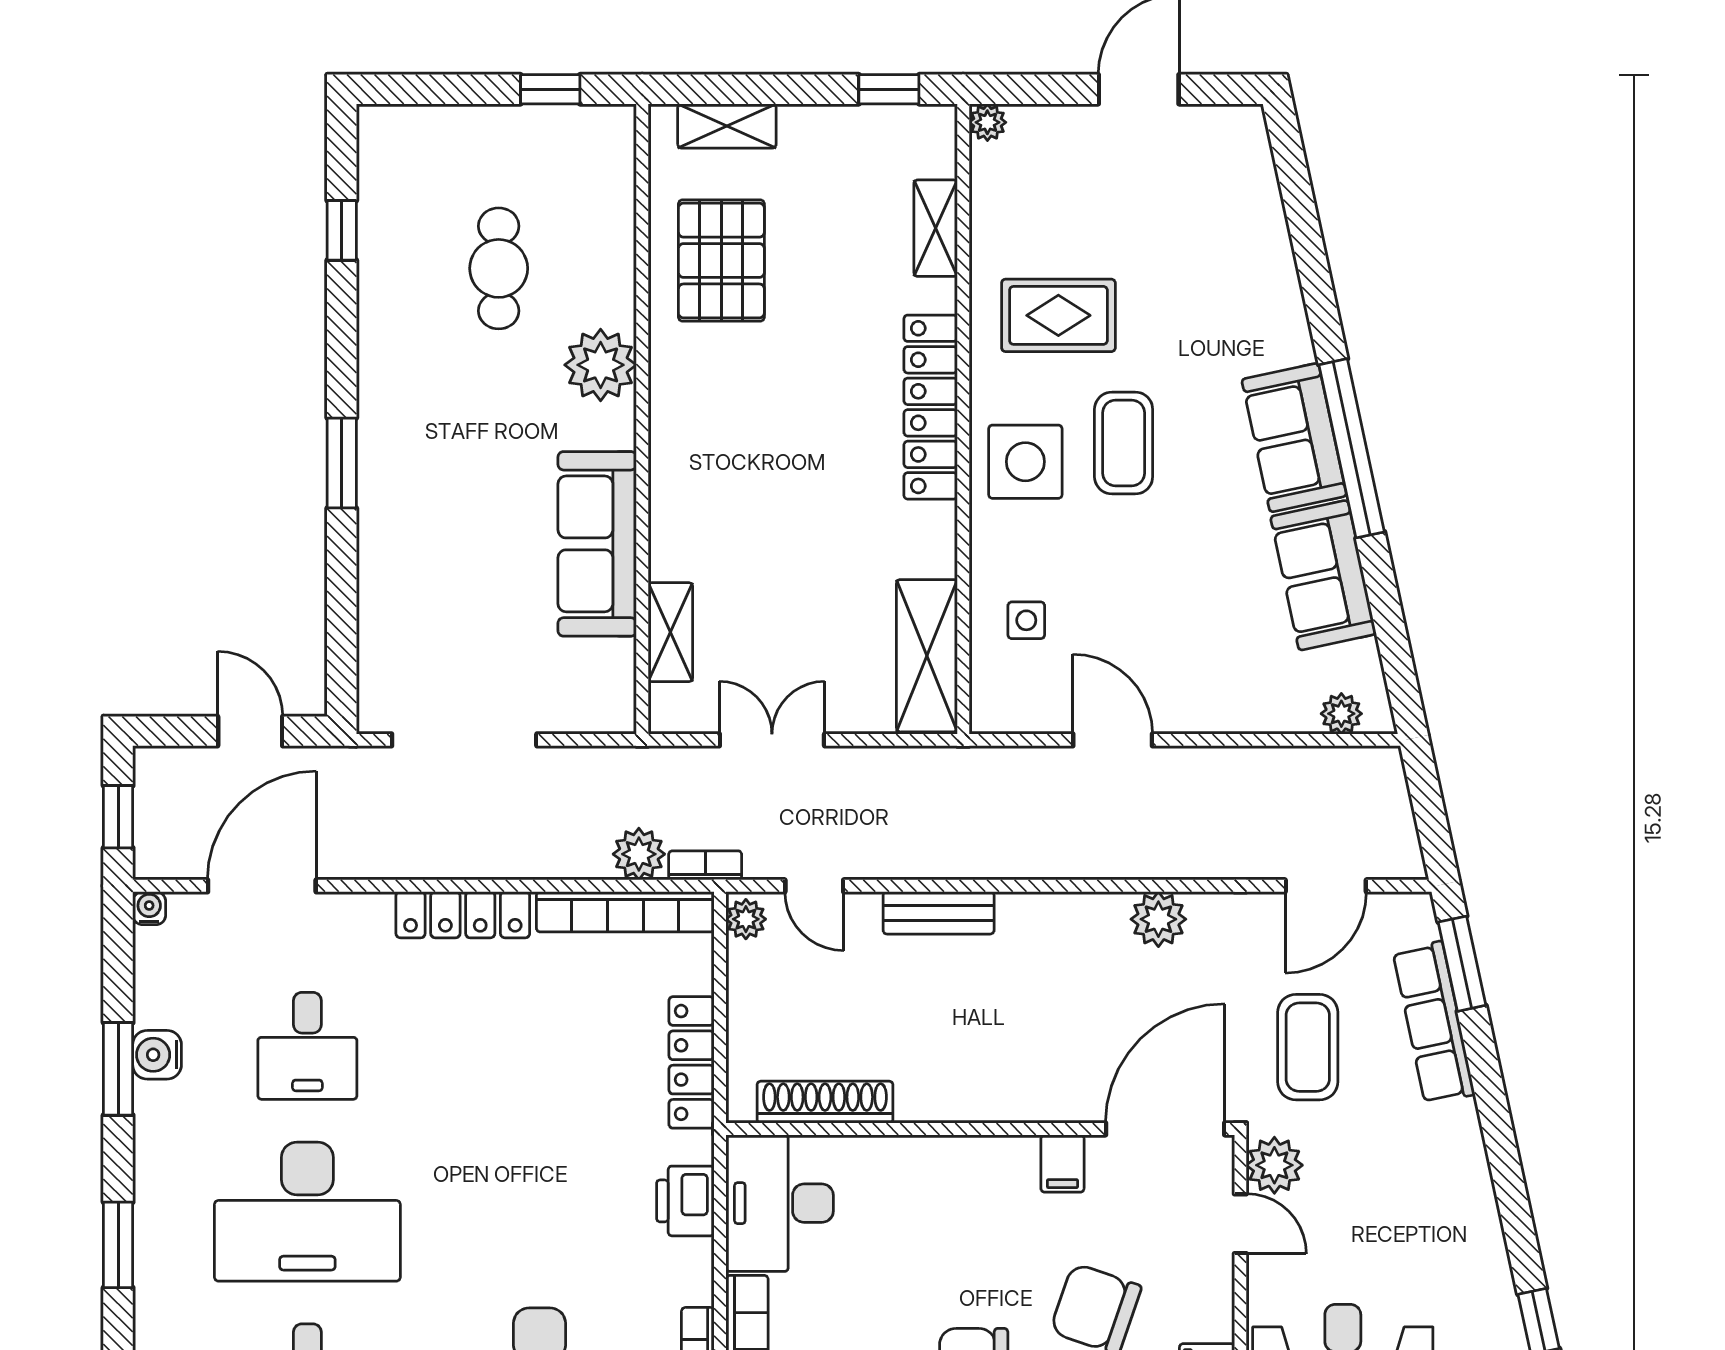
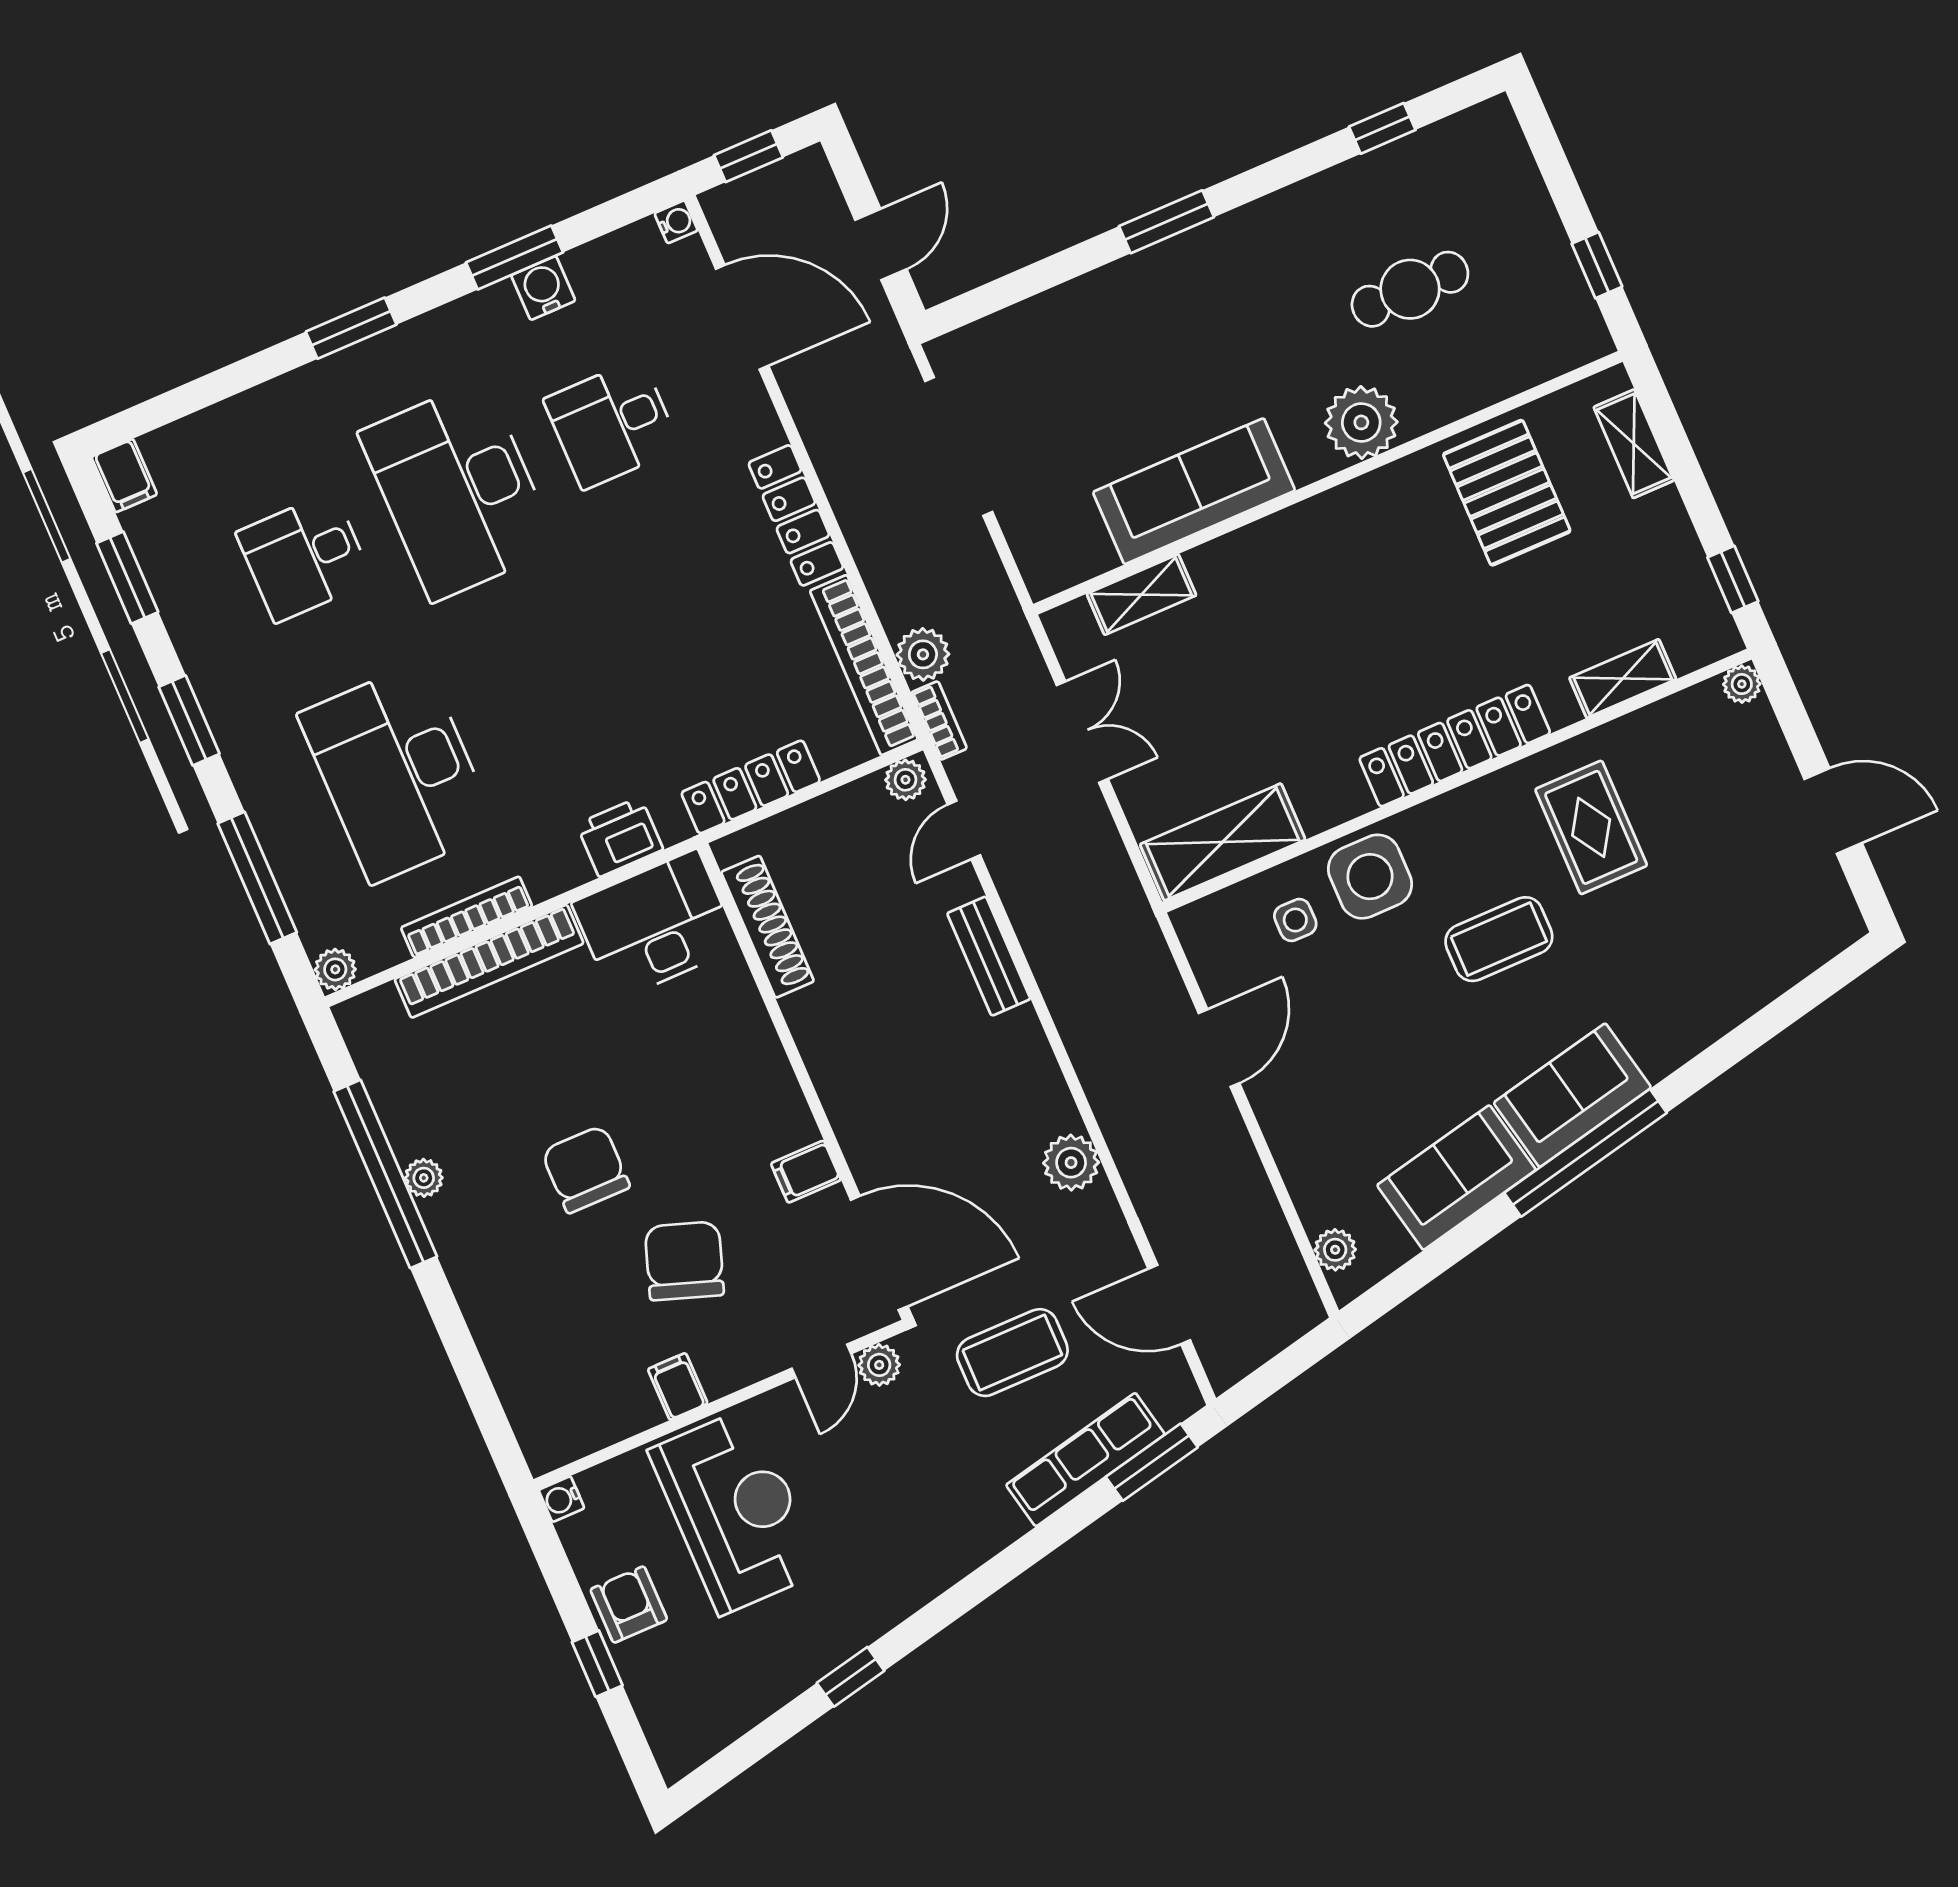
pallet: (721, 261) -> (1507, 493), turned 90
side table: (1025, 462) -> (1370, 877), moved
plant: (1274, 1165) -> (879, 1365), width x0.73, depth x0.73

